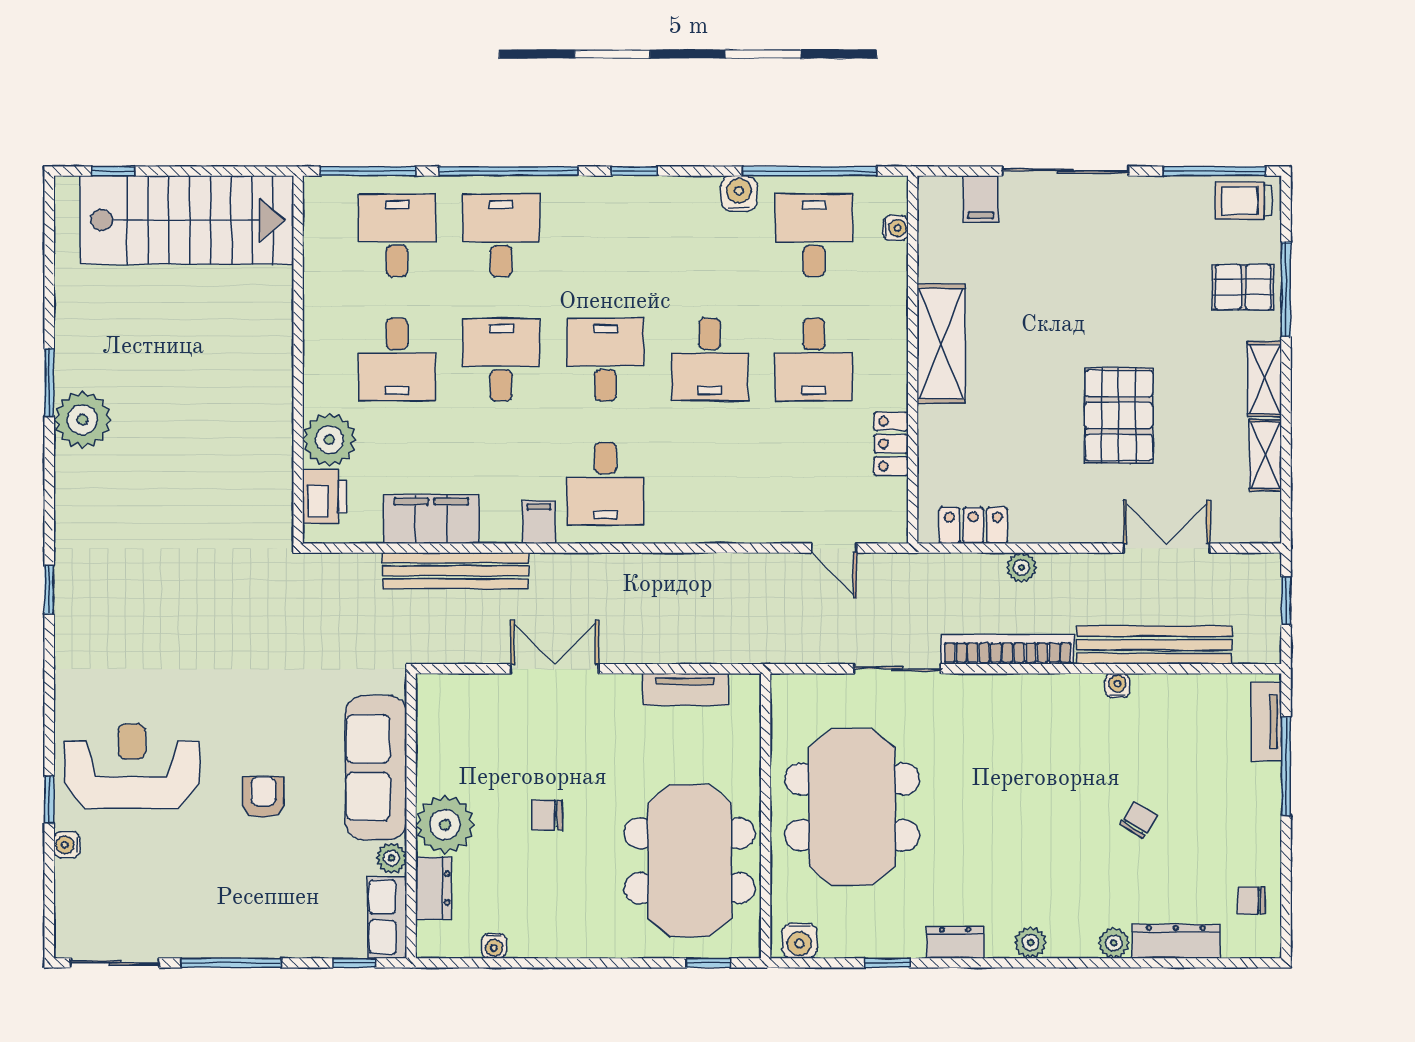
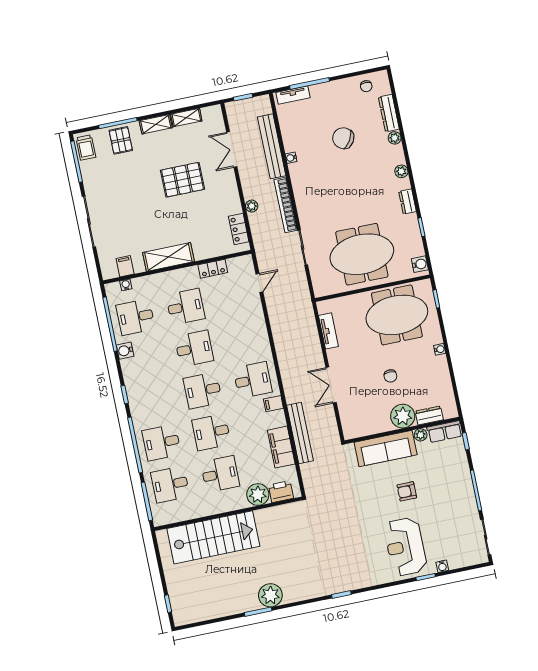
filing cabinet: (981, 199) -> (125, 266), moved, turned -90
stairs: (187, 220) -> (213, 537), moved, turned 90
chair: (1139, 820) -> (343, 138), width x1.87, depth x1.87
water cooler: (494, 946) -> (440, 349), moved

